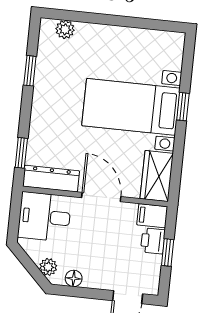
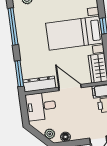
window: (30, 71) -> (13, 27), width x2.17
window: (21, 153) -> (19, 74), width x1.50

